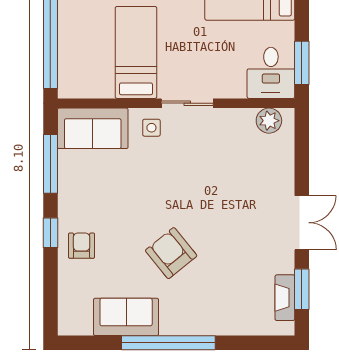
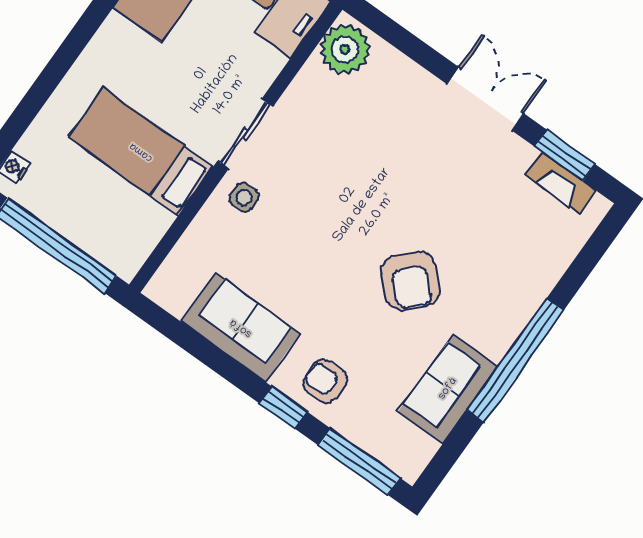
plant: (269, 121) -> (345, 49), width x1.36, depth x1.36
sofa: (93, 128) -> (241, 328), moved, turned -90
window: (50, 164) -> (359, 462), moved
armchair: (171, 253) -> (410, 281), turned -97

